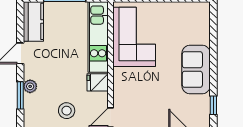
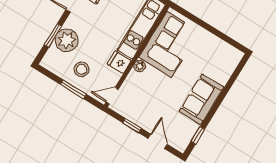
plant: (119, 74) -> (140, 66), added
plant: (30, 86) -> (67, 40), width x1.88, depth x1.88

